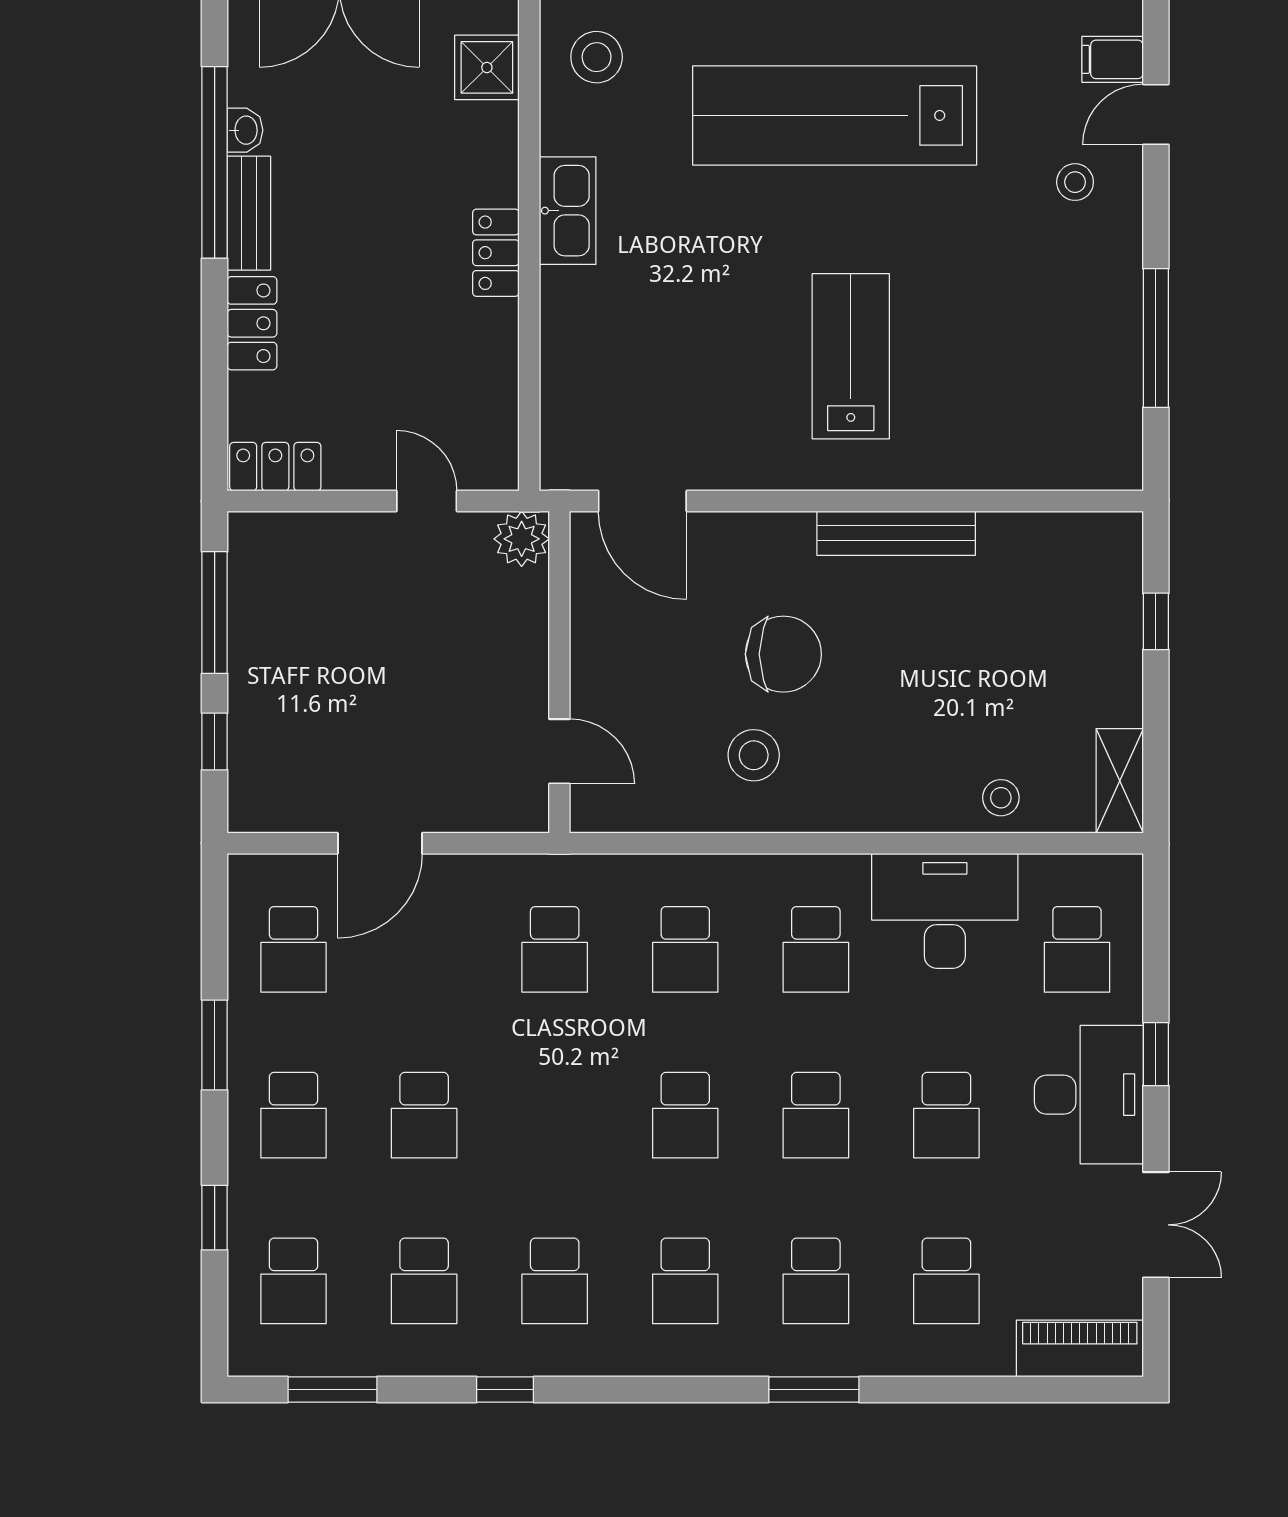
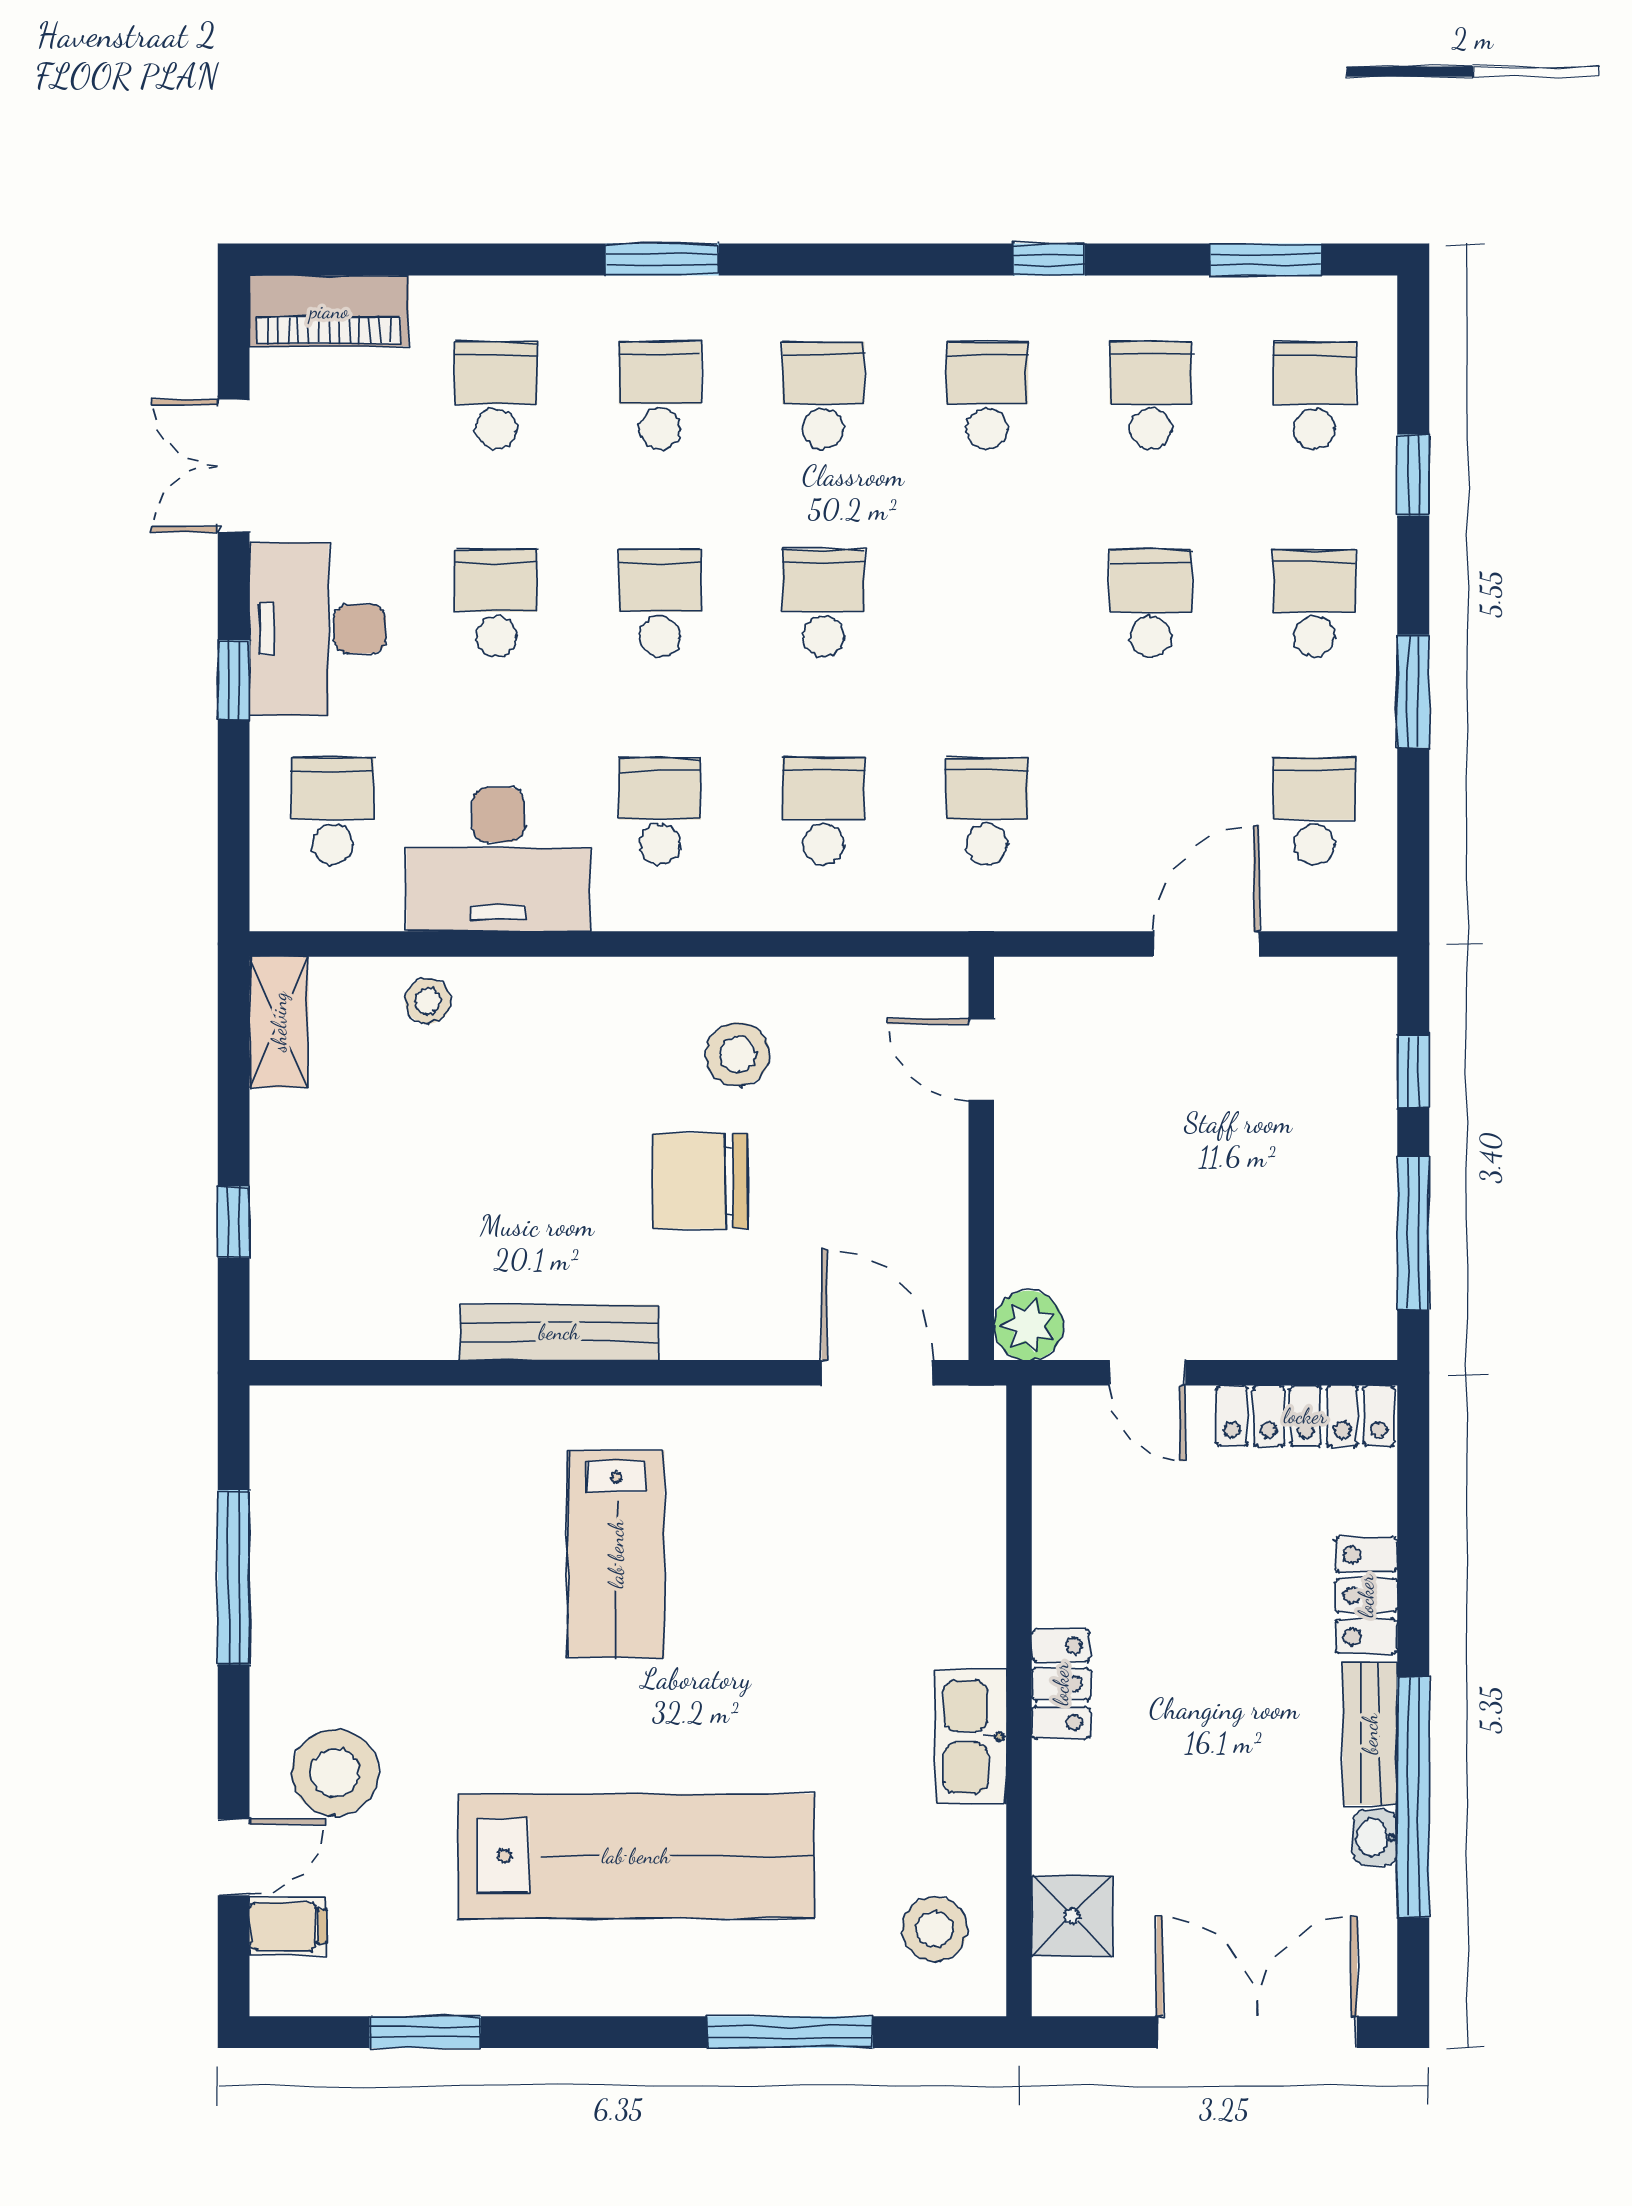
stool: (1075, 182) -> (335, 1772), width x1.89, depth x1.89
locker: (275, 467) -> (1305, 1416), width x1.53

